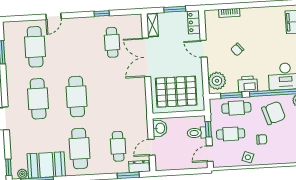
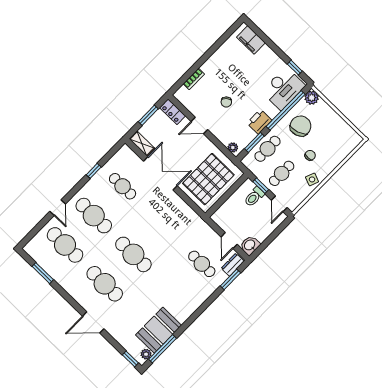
double door: (146, 57) -> (160, 173), swing flipped
plant: (217, 81) -> (233, 148), width x0.53, depth x0.53
washbasin: (160, 128) -> (250, 245), moved, turned -90
cafe table: (80, 149) -> (94, 216), moved

